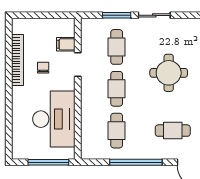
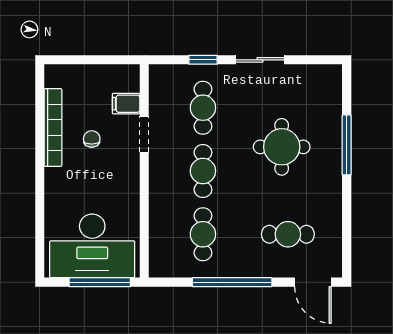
window: (117, 15) -> (203, 60), width x0.67
desk: (54, 119) -> (92, 246), moved, turned 90

